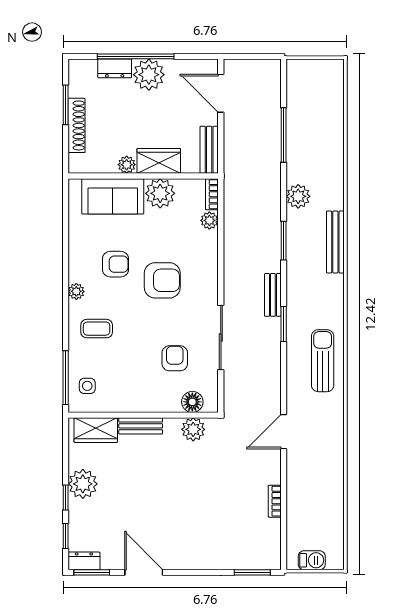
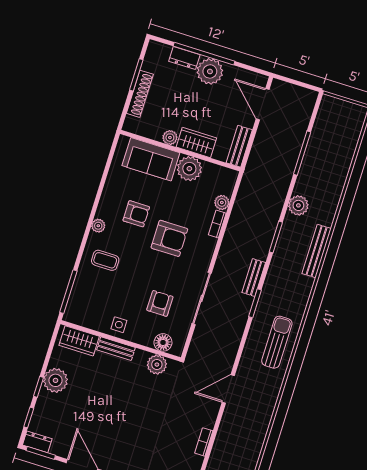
bookcase: (212, 194) -> (217, 224), moved
side table: (87, 386) -> (119, 325), moved

